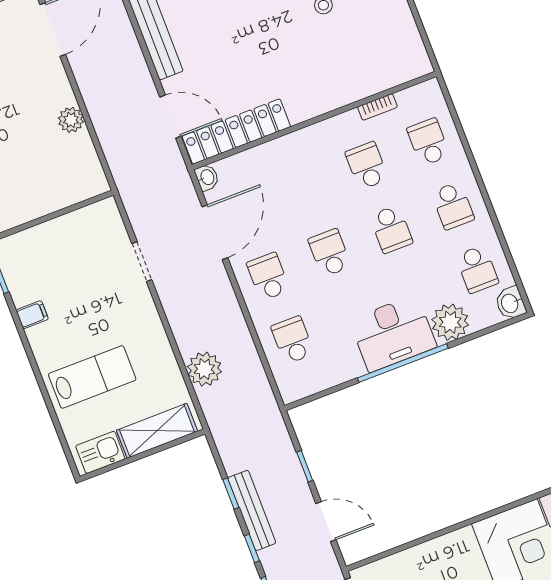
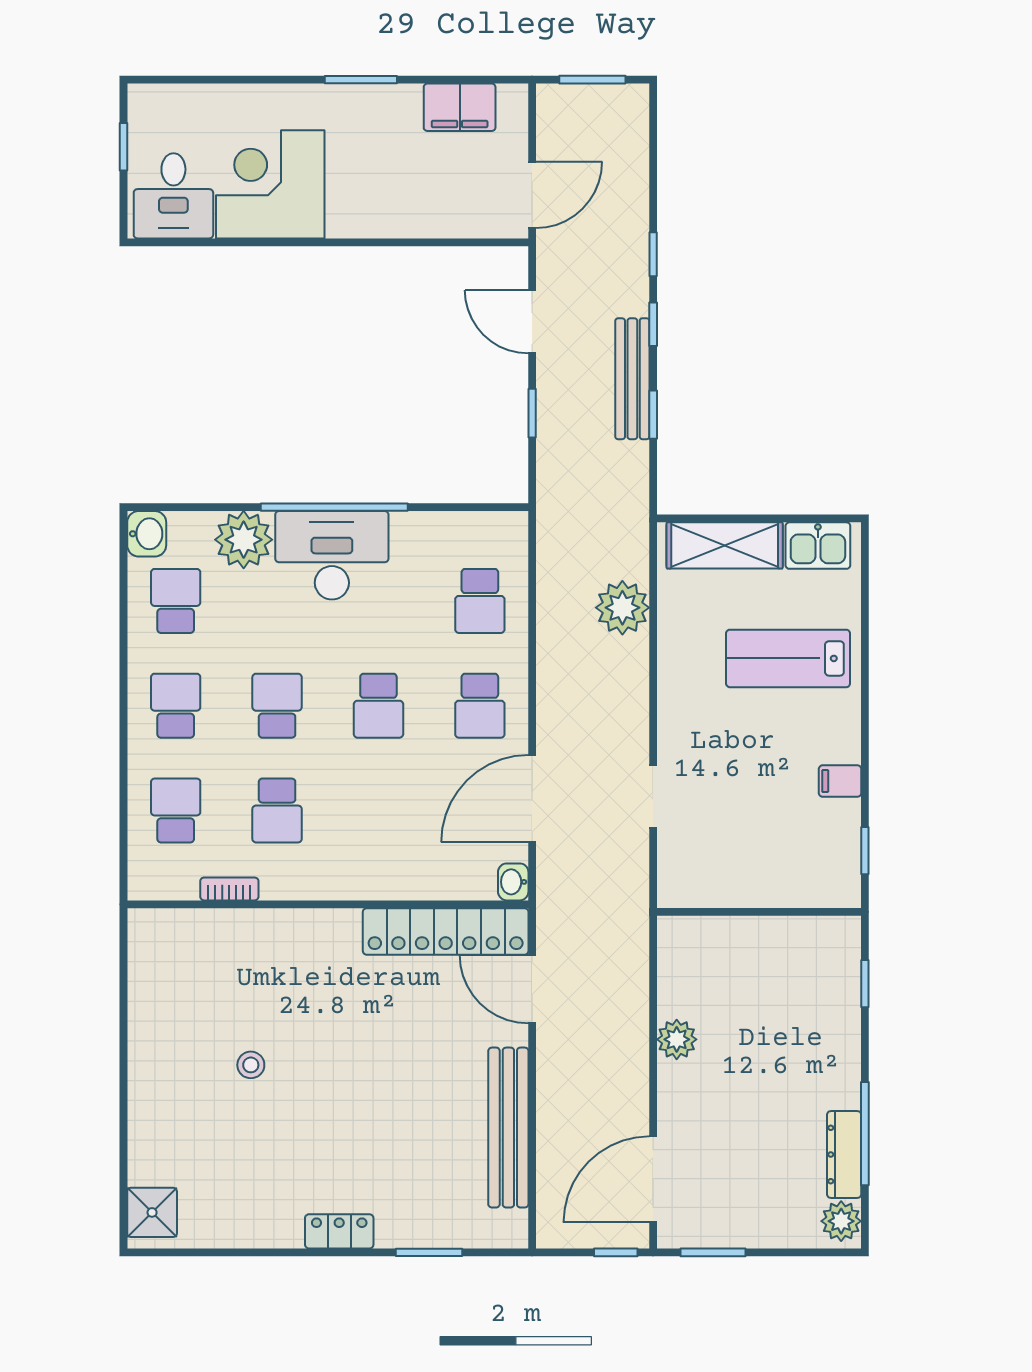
school desk: (428, 142) -> (176, 810), turned 180

